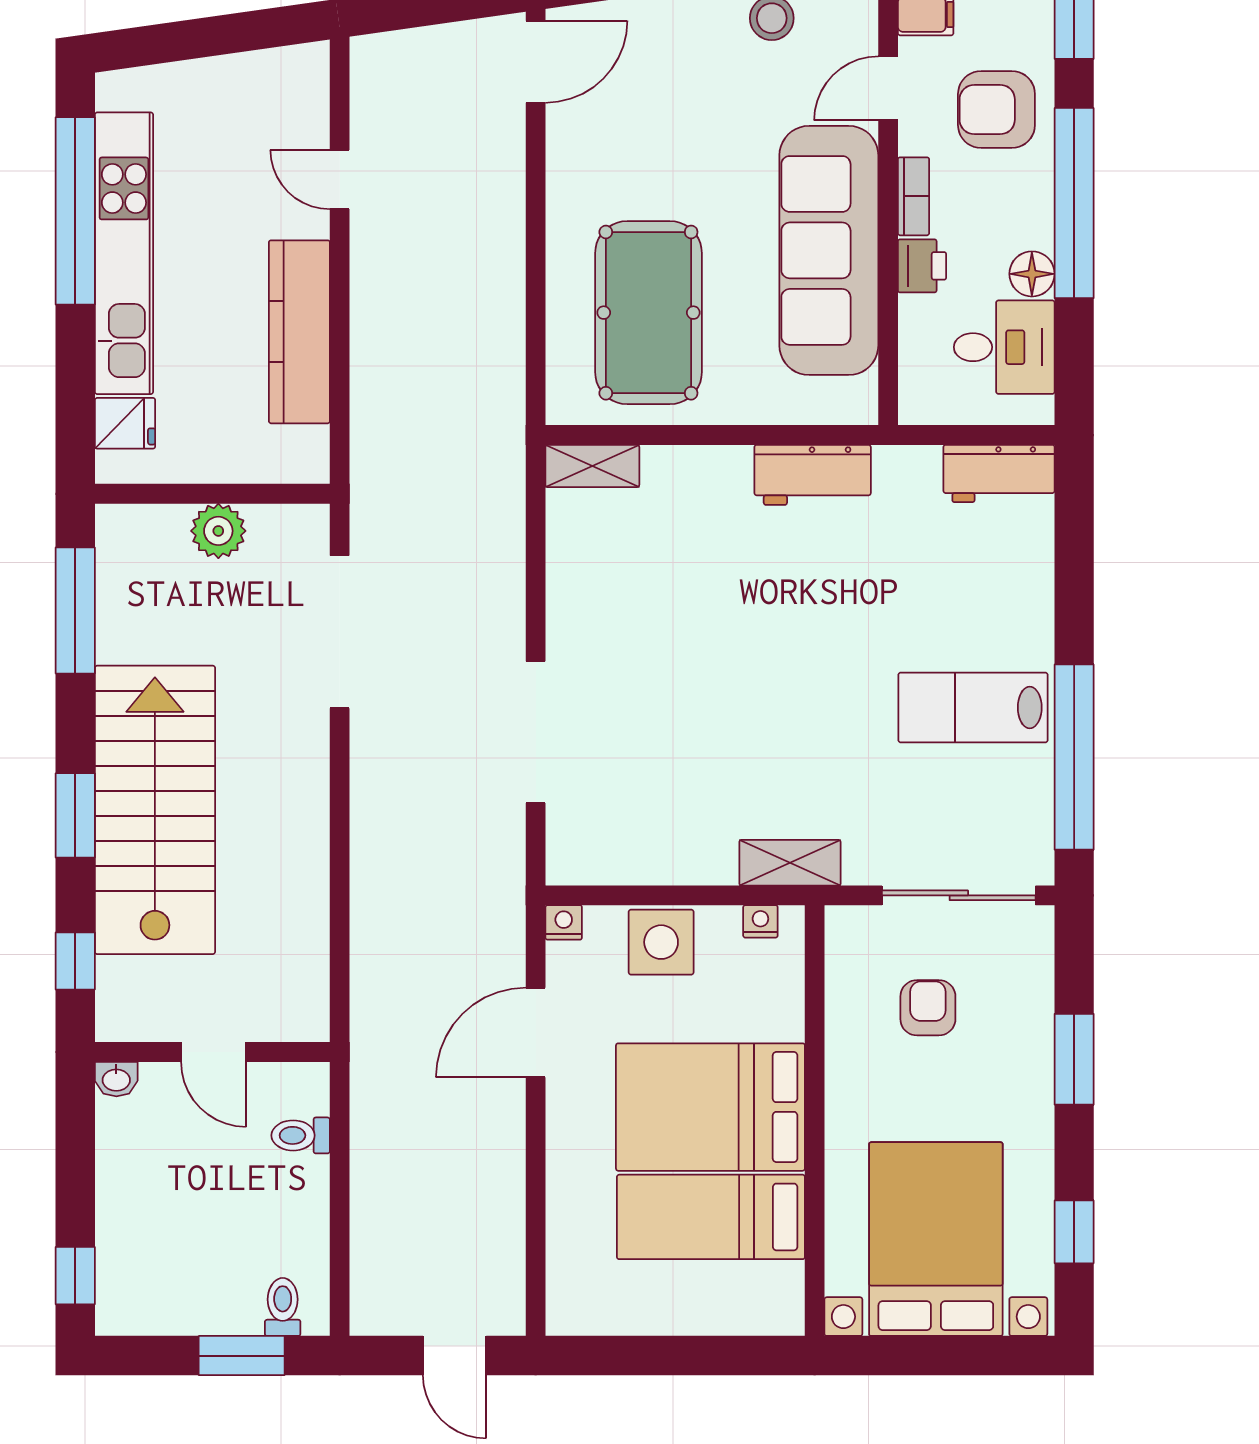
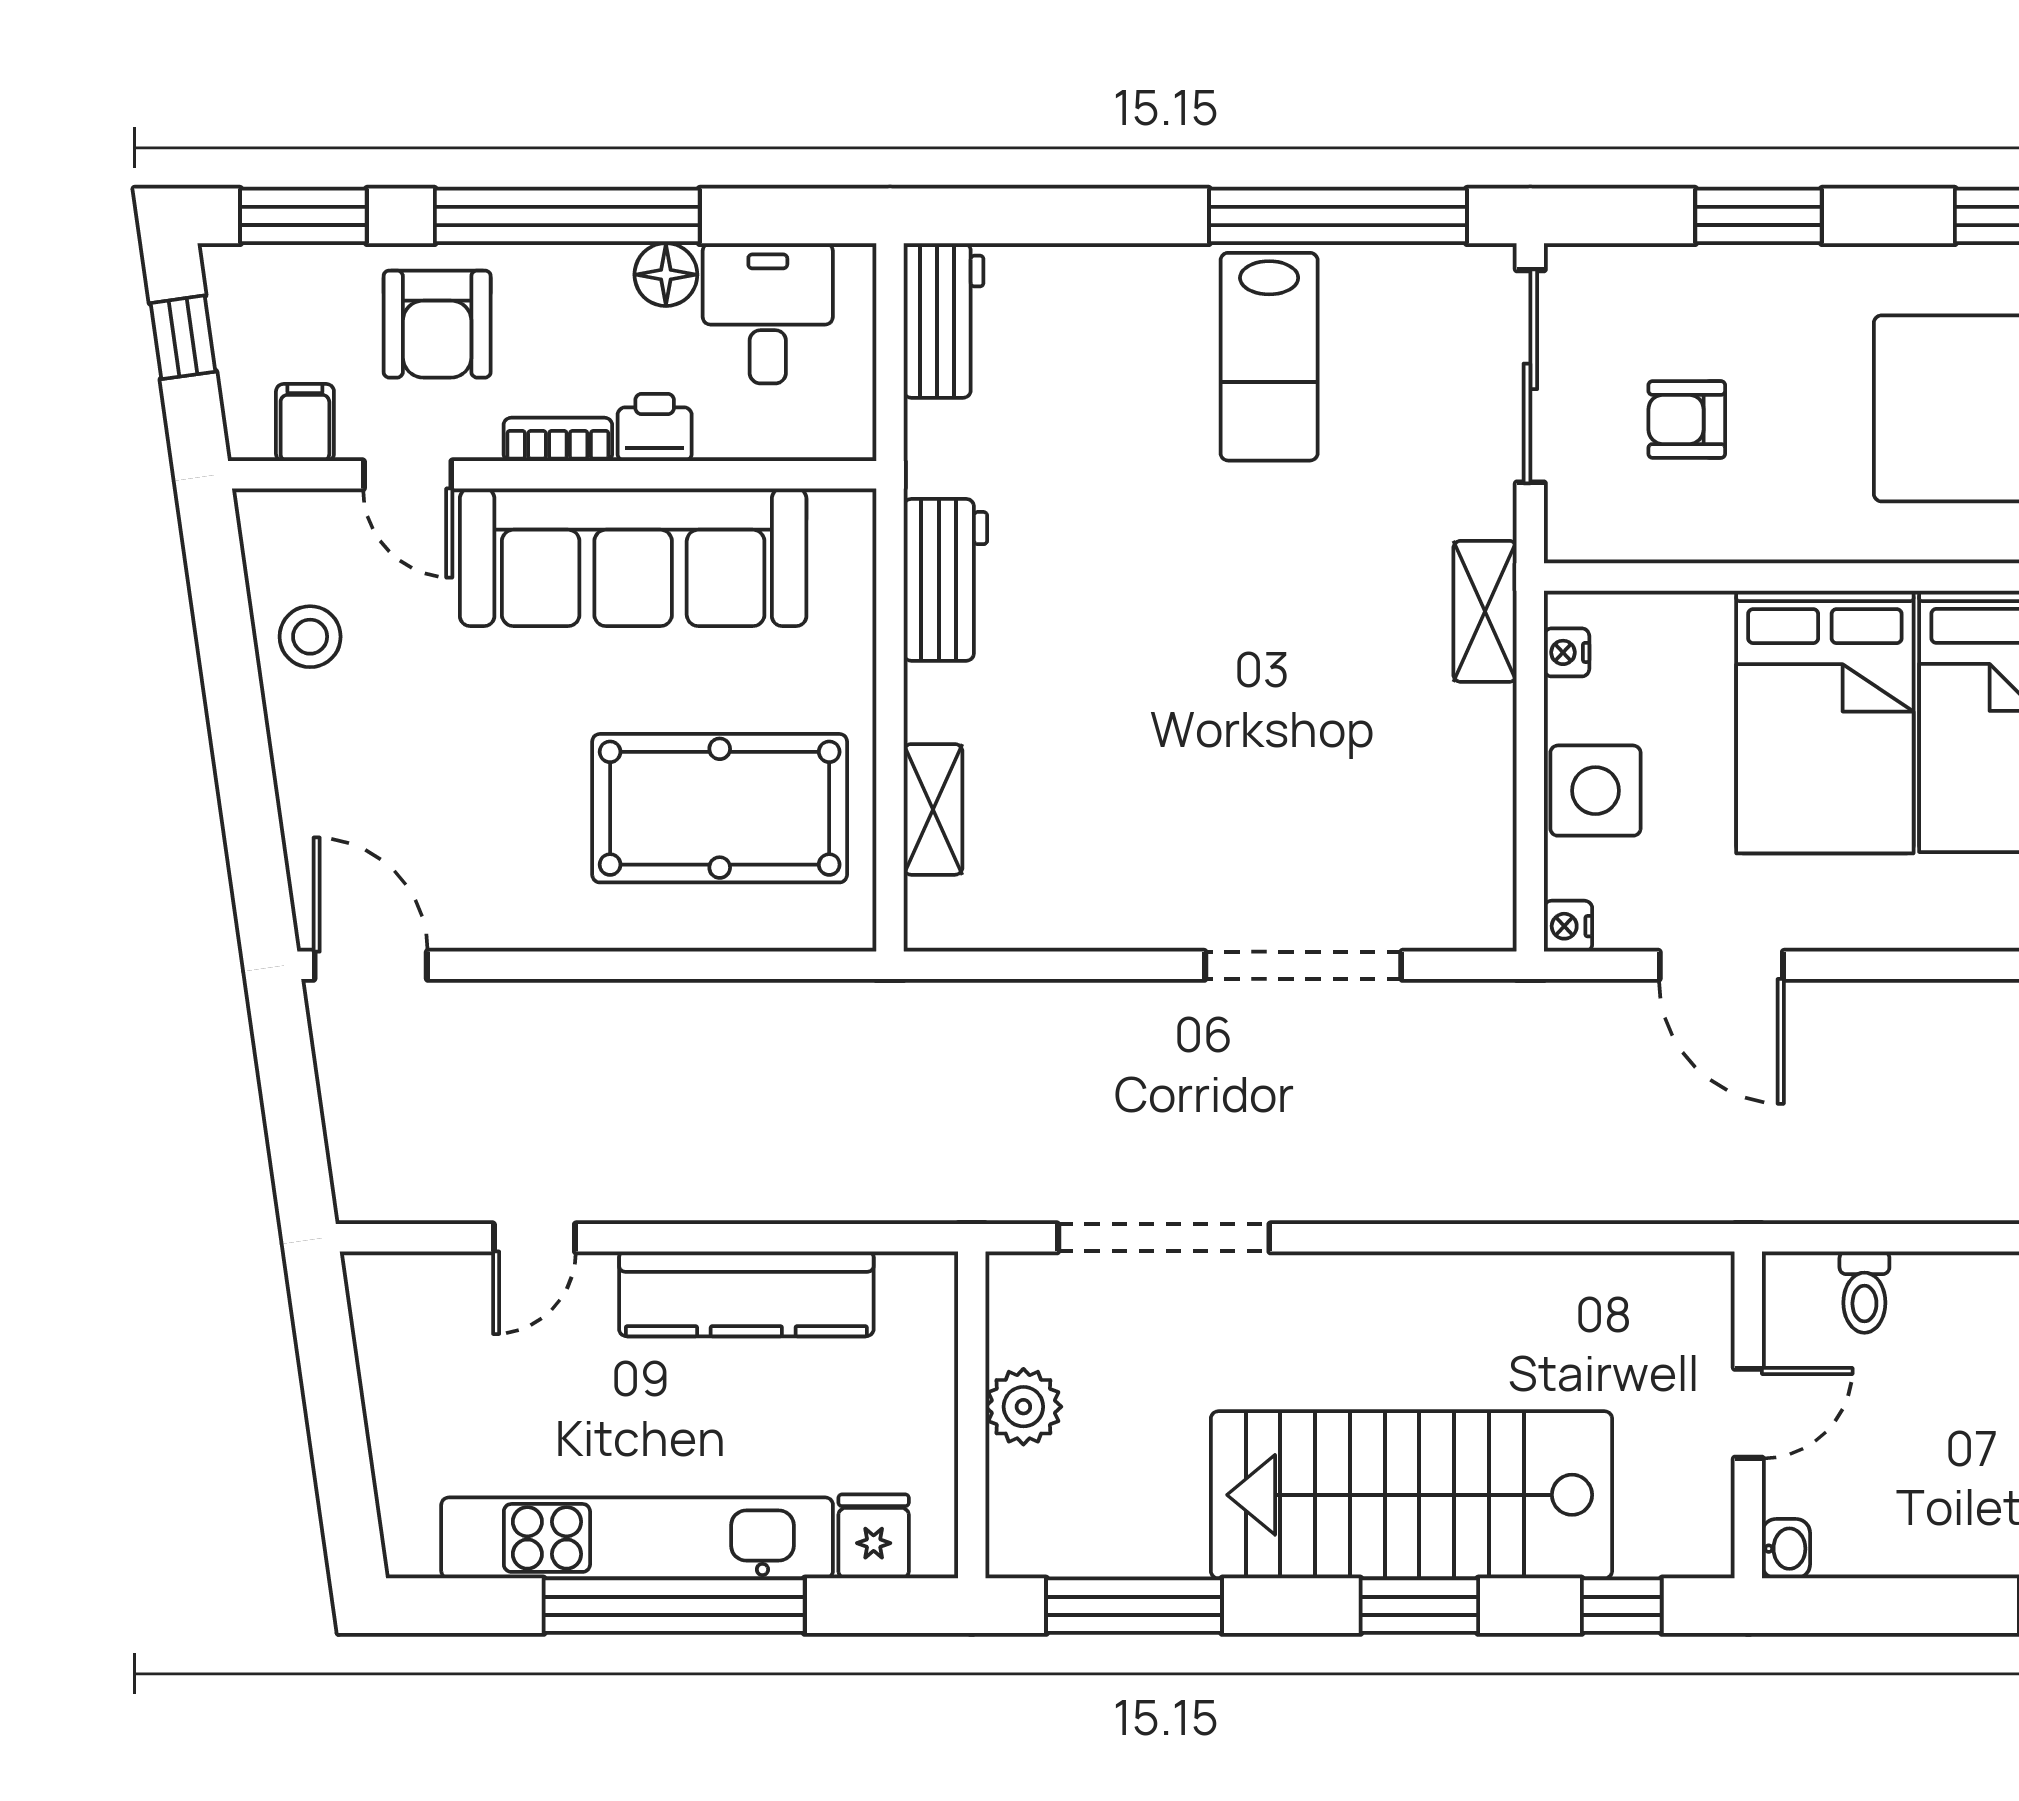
window: (75, 211) -> (674, 1606), moved
shelving: (592, 466) -> (933, 809), moved

